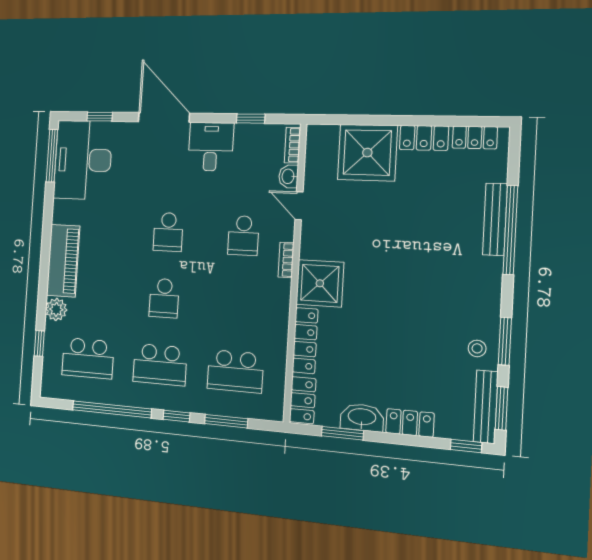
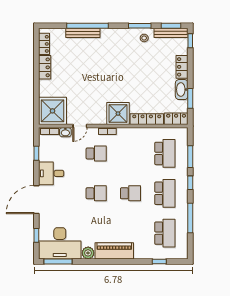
shower: (367, 153) -> (52, 111), moved
plant: (56, 309) -> (88, 253), moved
window: (112, 409) -> (190, 218), width x0.68

